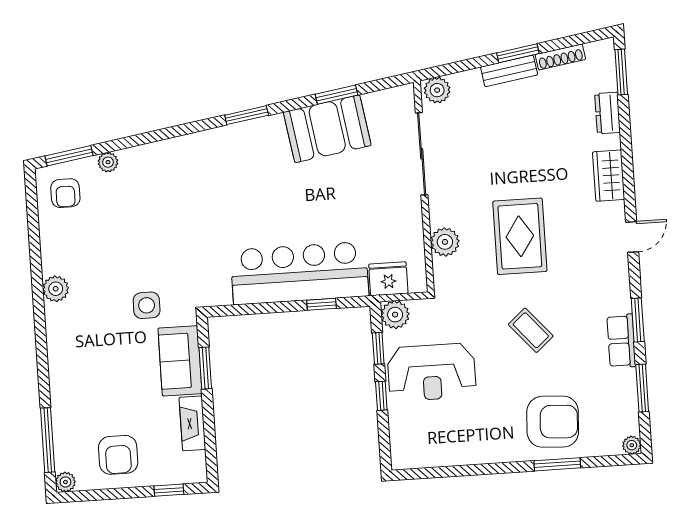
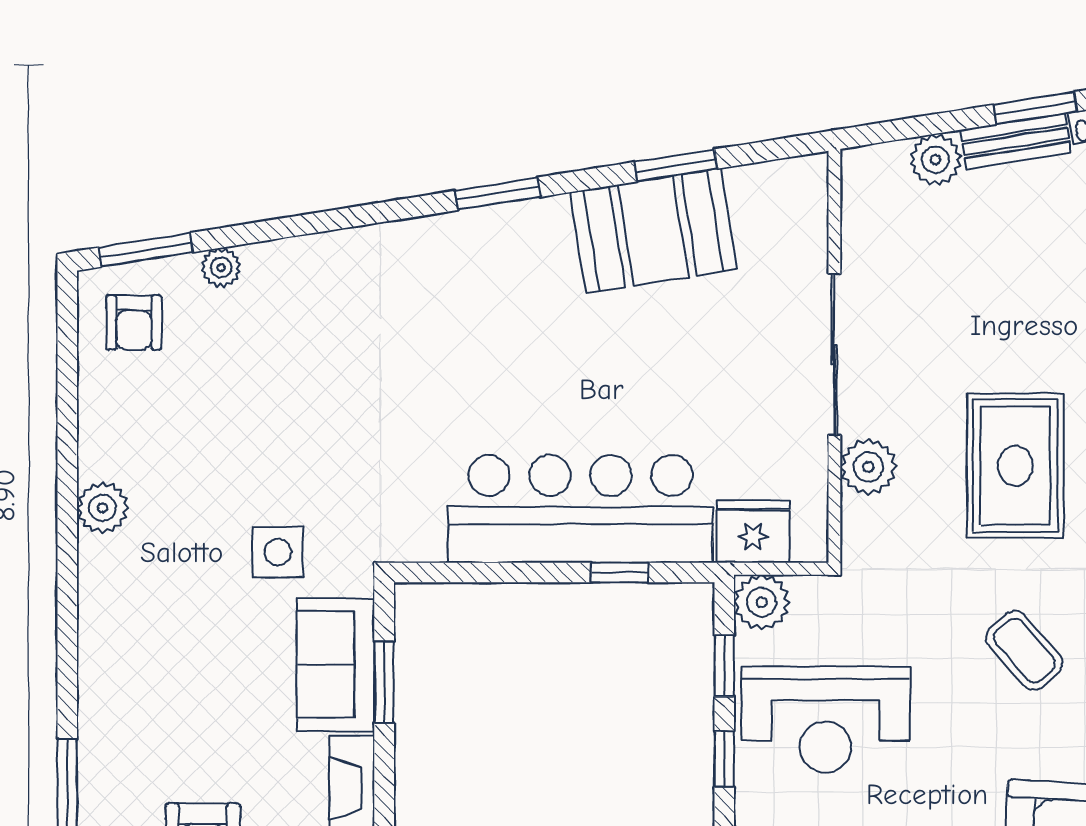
plant: (437, 90) -> (935, 160), moved
sliding door: (422, 154) -> (834, 355), moved

